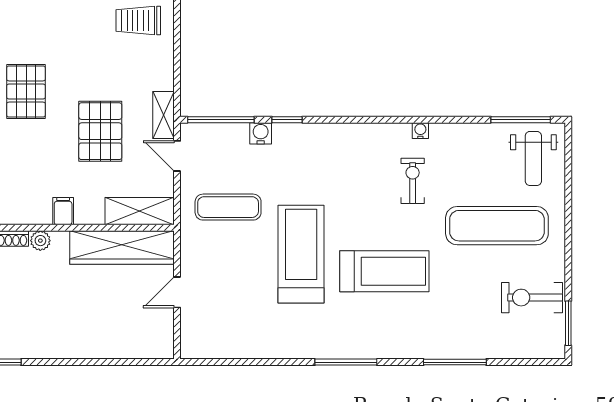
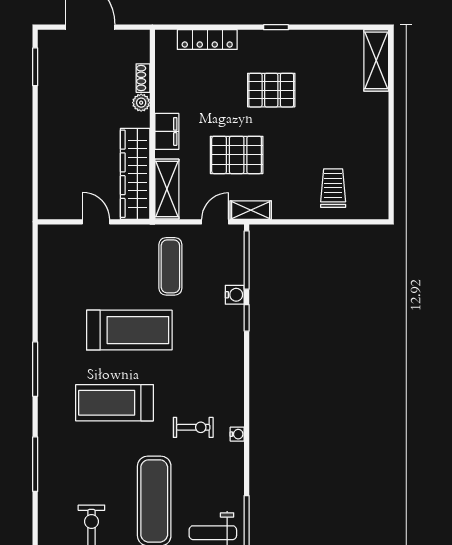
filing cabinet: (63, 211) -> (167, 131), width x2.00
treadmill: (384, 271) -> (114, 403), turned 90

